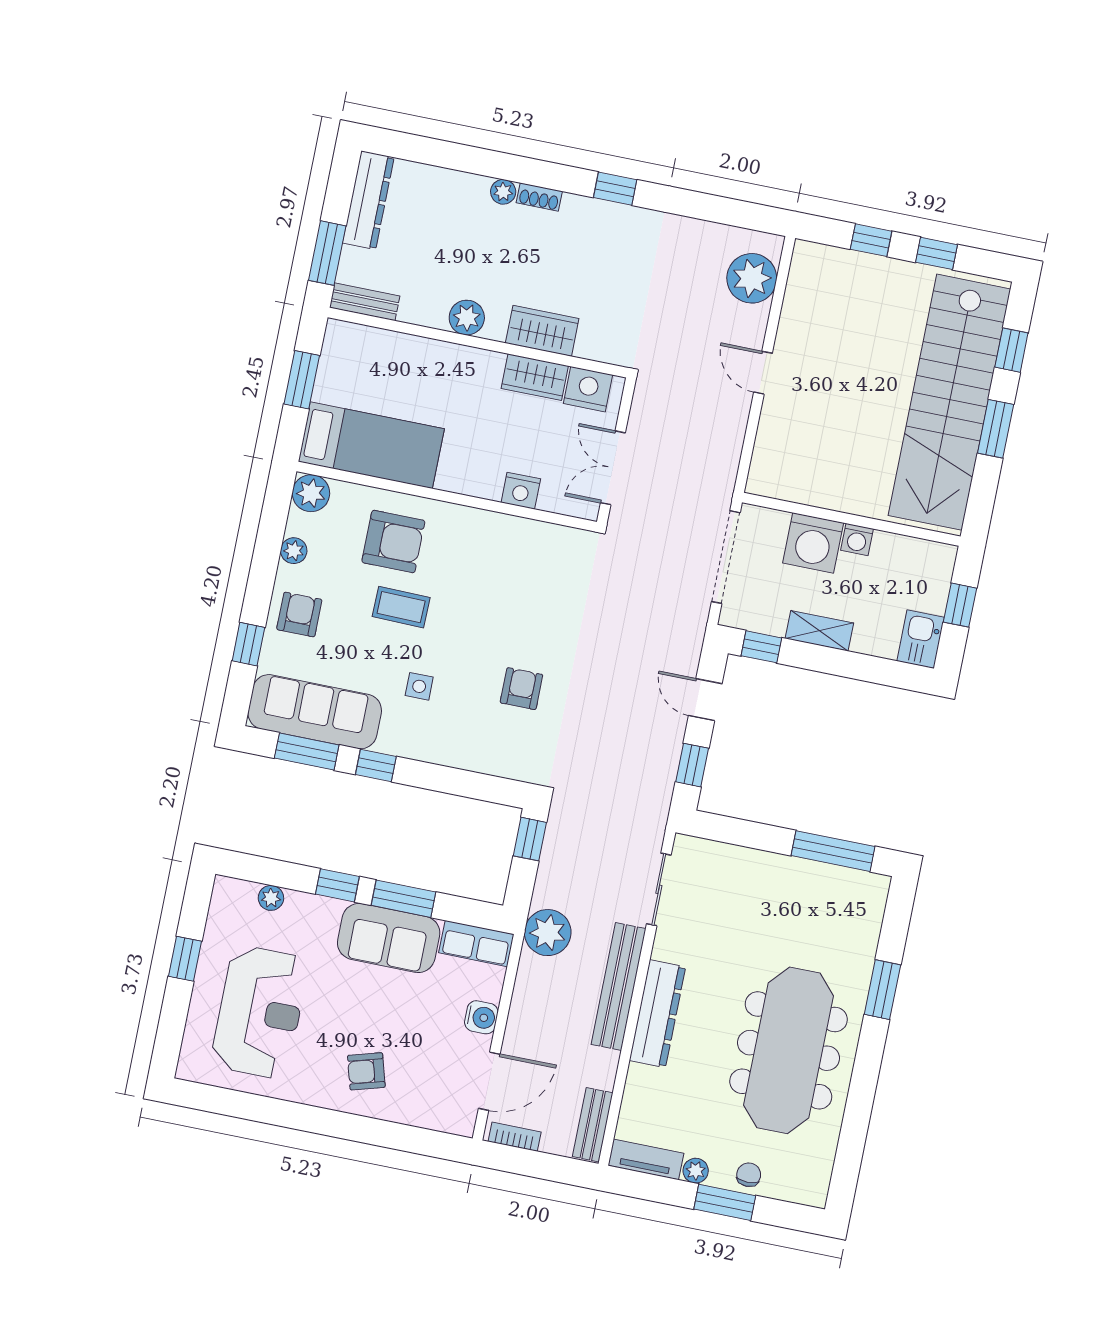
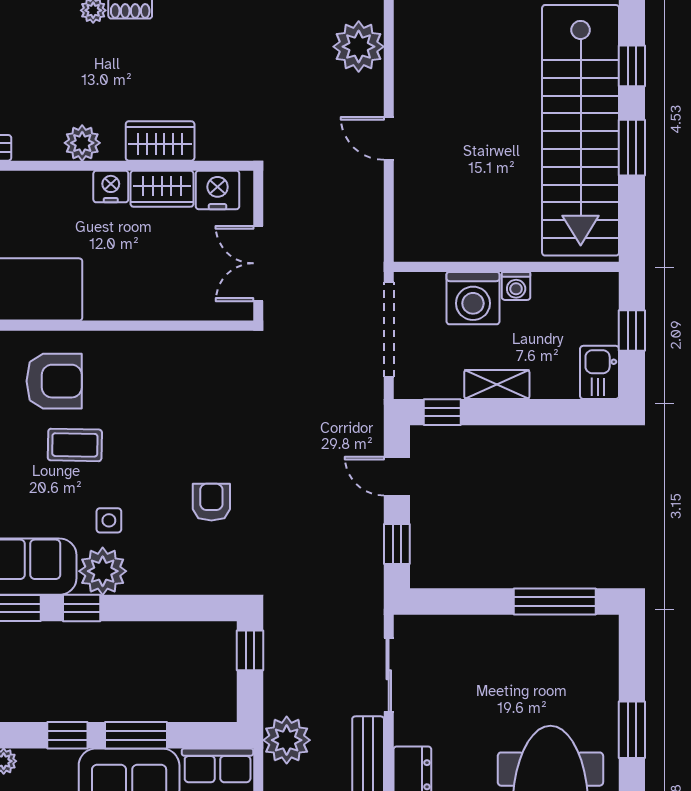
nightstand: (521, 491) -> (111, 187), moved, turned 180
plant: (403, 734) -> (103, 571), added

